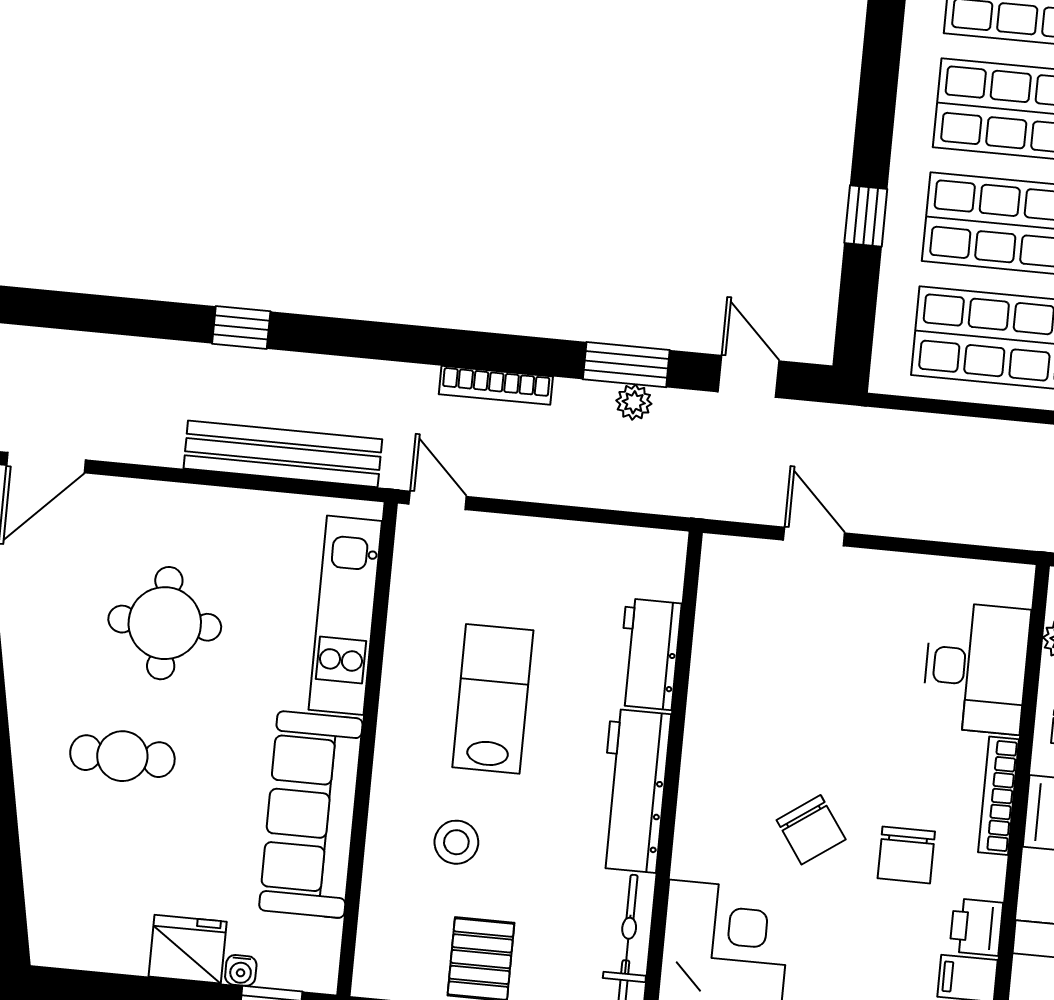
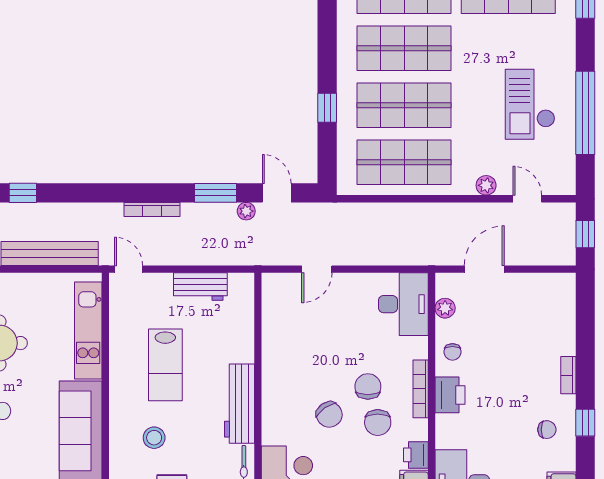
plant: (634, 402) -> (246, 211), moved
door: (814, 537) -> (317, 269), swing flipped
workbench: (649, 654) -> (200, 286), moved, turned -90
desk: (976, 668) -> (403, 304), moved
lab bench: (493, 699) -> (165, 365), turned 180
chair: (894, 781) -> (368, 386), added

